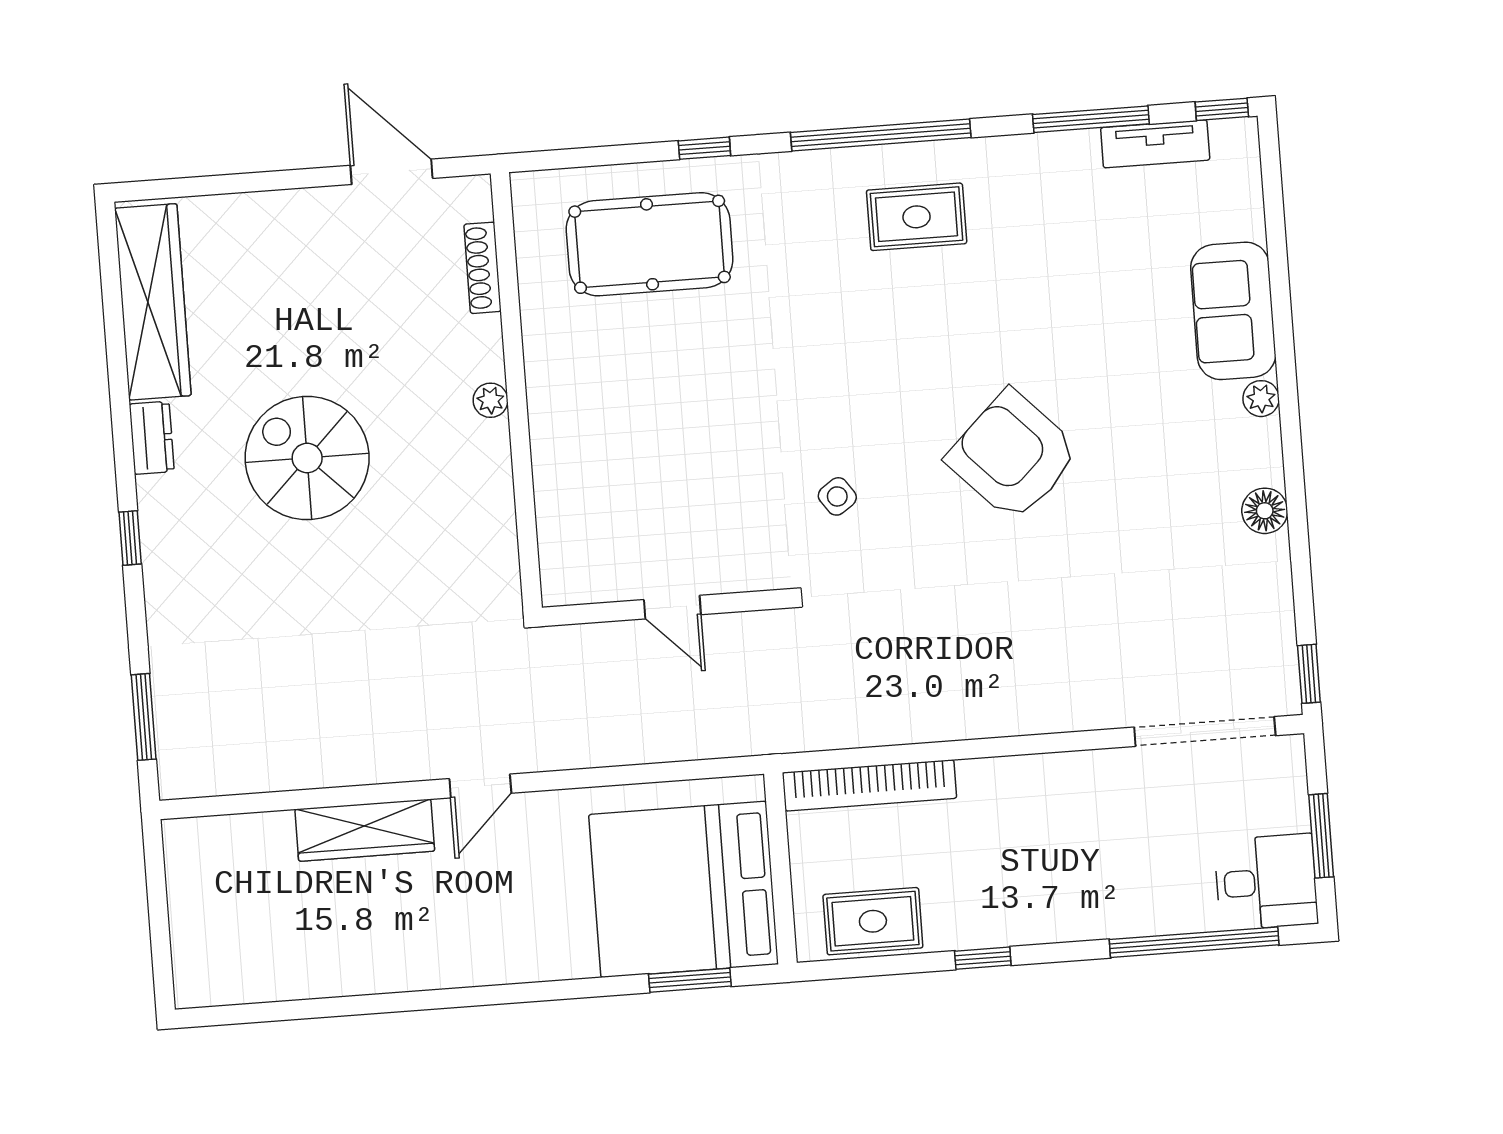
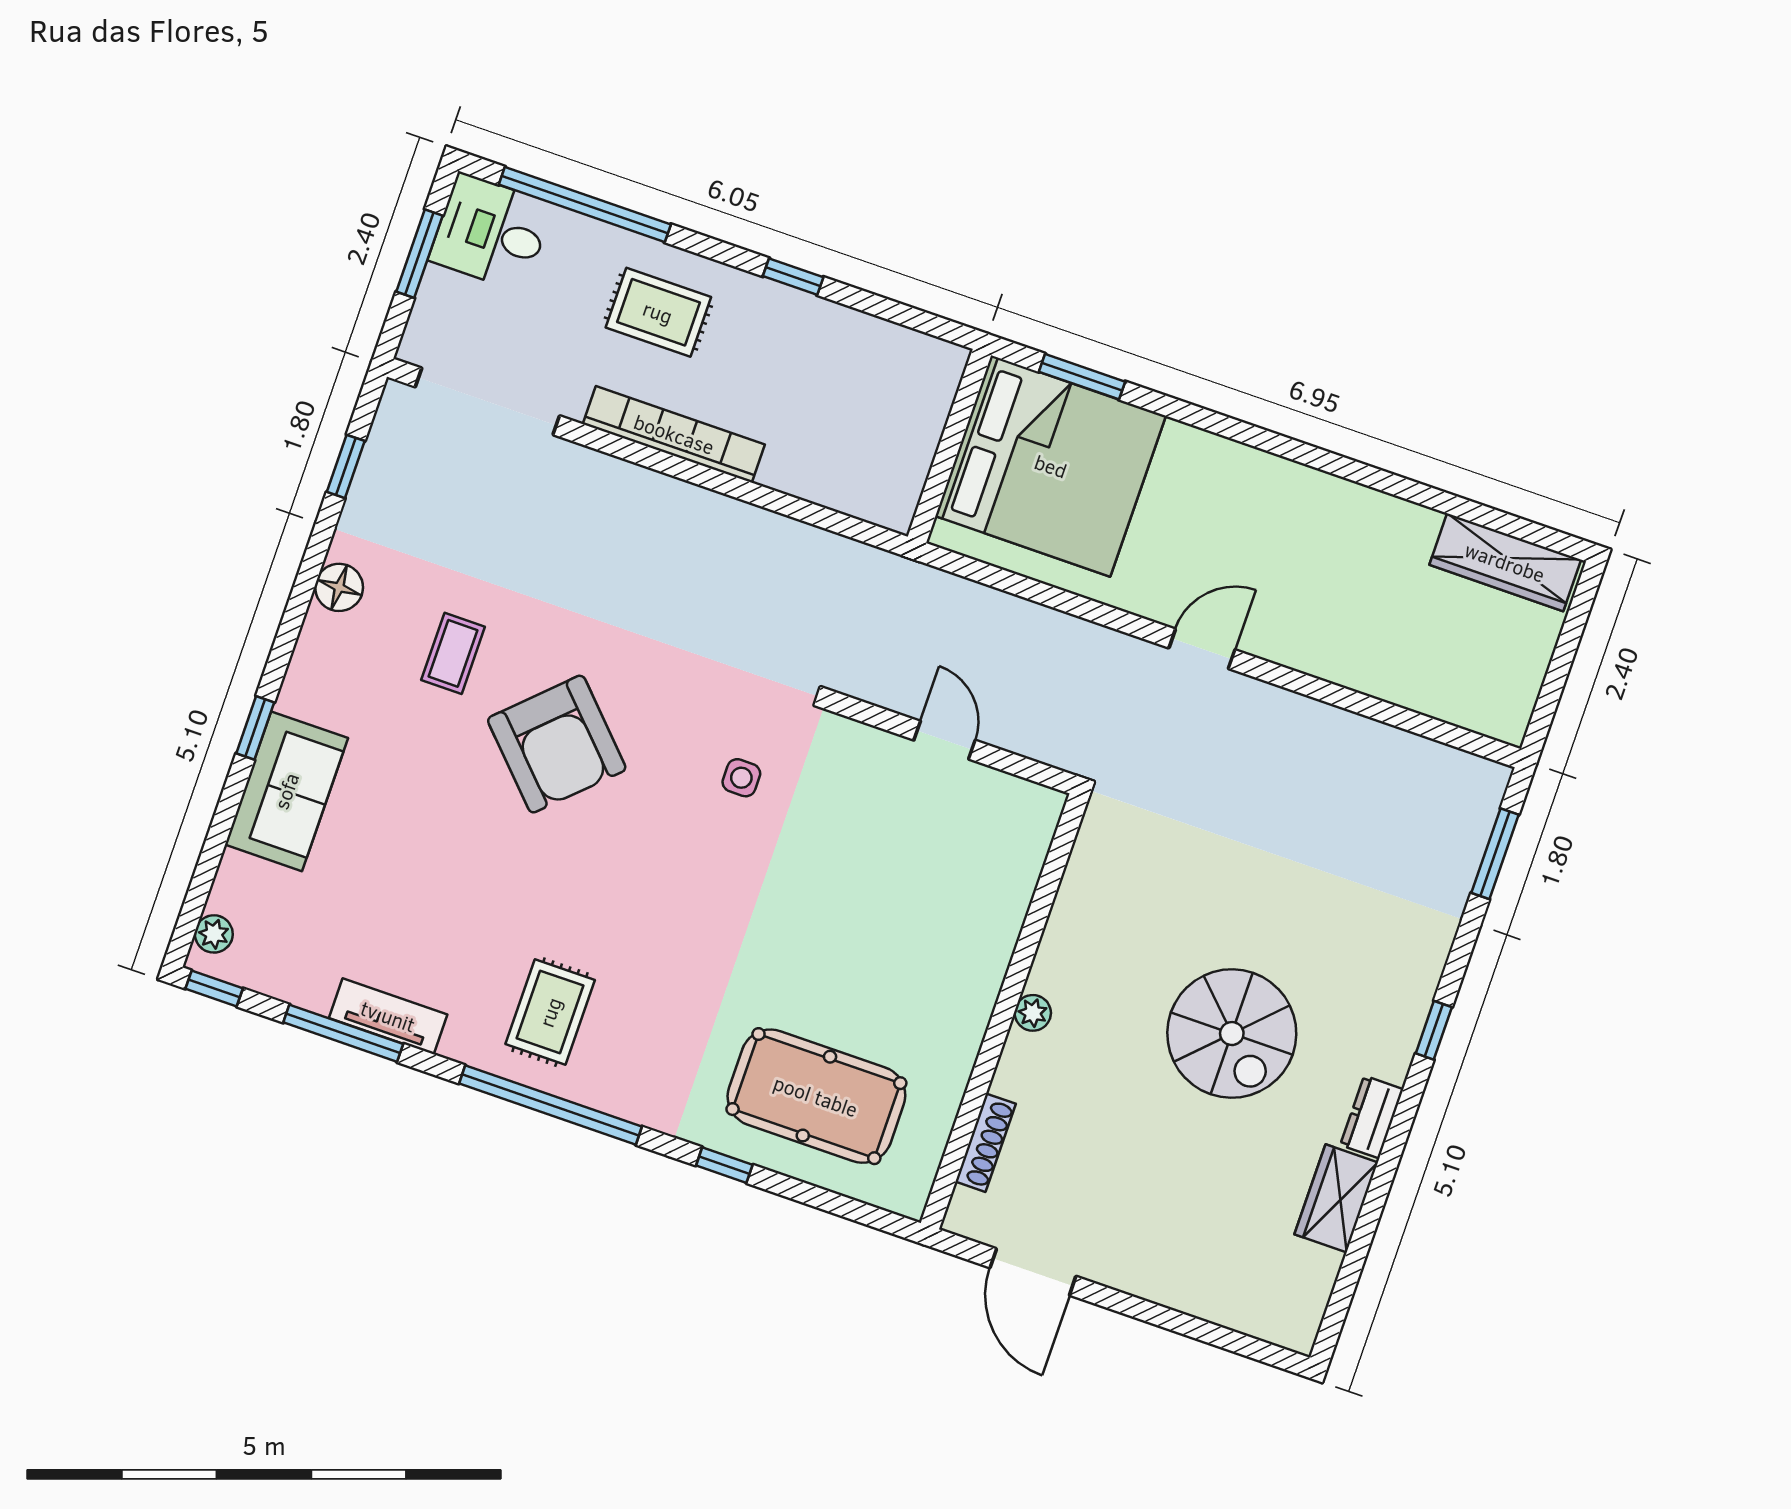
tv unit: (1155, 144) -> (388, 1016), moved
rug: (917, 217) -> (550, 1012), turned 90
wardrobe: (153, 302) -> (1336, 1198), width x0.48, depth x0.85
window: (1285, 355) -> (255, 728), added
plant: (1261, 399) -> (214, 934), moved
side table: (837, 496) -> (741, 778), turned 35
coffee table: (1139, 496) -> (453, 653), added
window: (1309, 674) -> (346, 466), moved
bookcase: (869, 785) -> (674, 434), moved
wardrobe: (365, 830) -> (1505, 562), moved, turned 180
rug: (873, 921) -> (658, 312), moved

